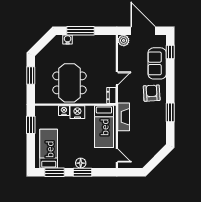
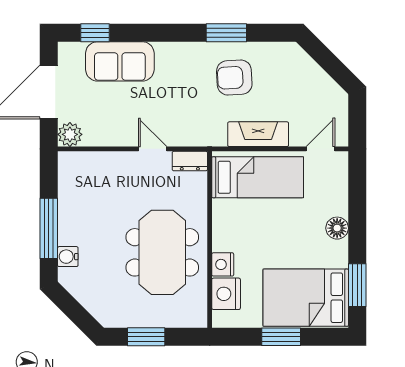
meeting table: (69, 83) -> (162, 252), turned 90
armchair: (152, 93) -> (234, 78), moved
nightstand: (77, 112) -> (226, 294), moved
fireplace: (124, 117) -> (258, 134), moved
window: (31, 125) -> (281, 337), moved
bed: (49, 149) -> (306, 298), width x1.50
window: (83, 172) -> (357, 224), removed

